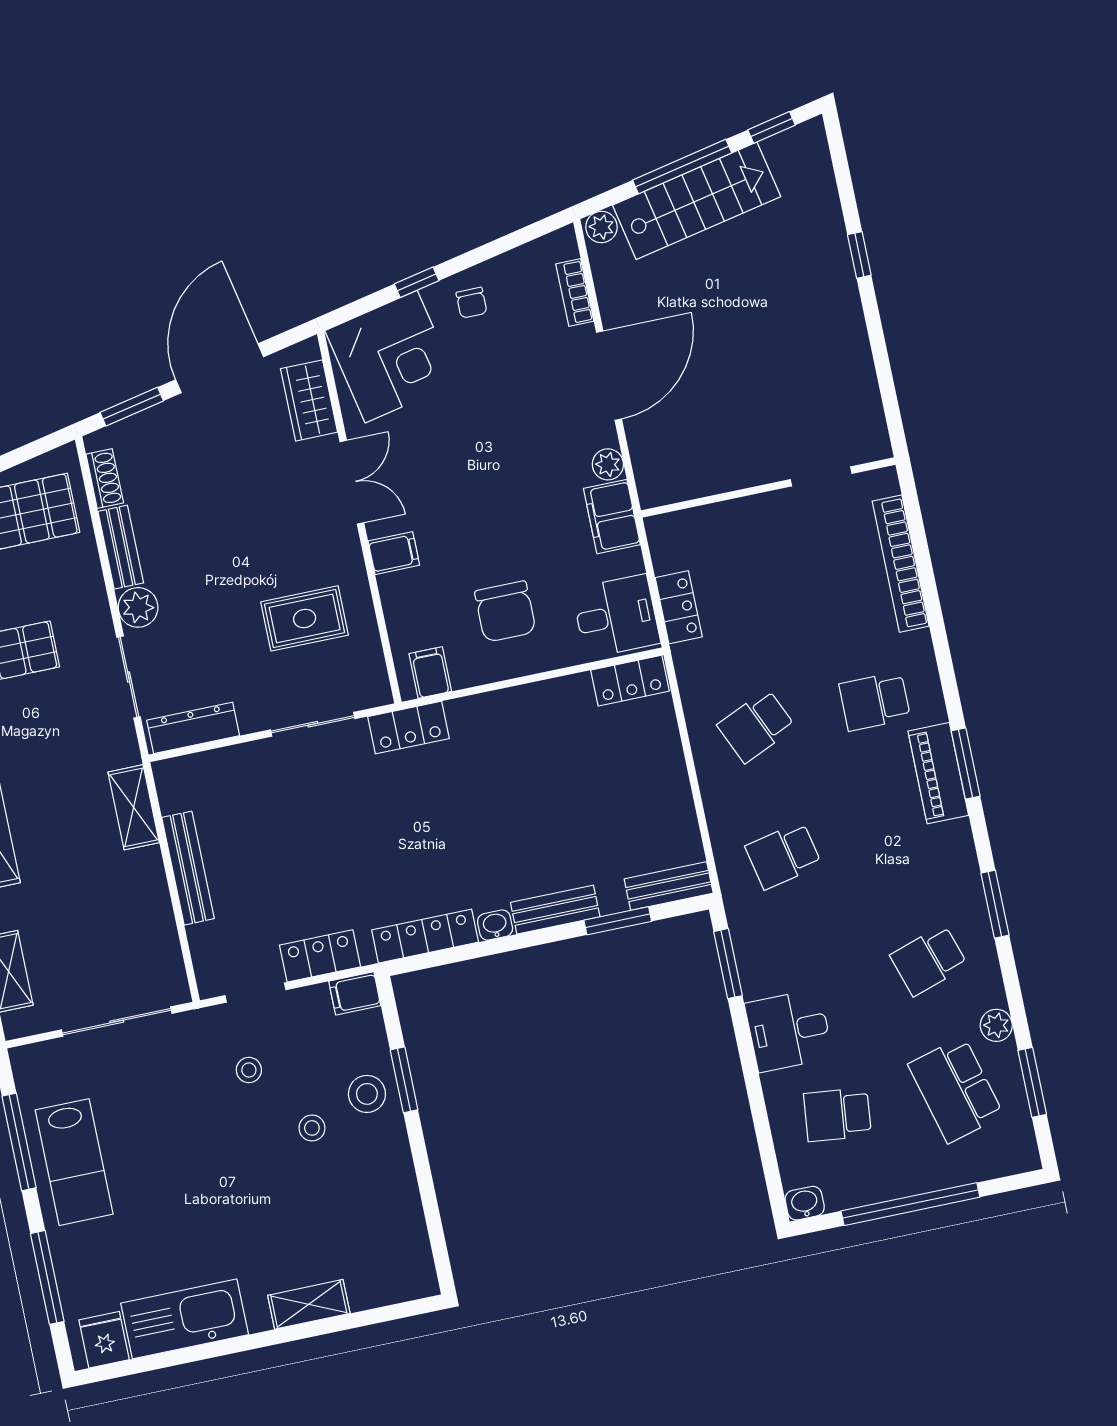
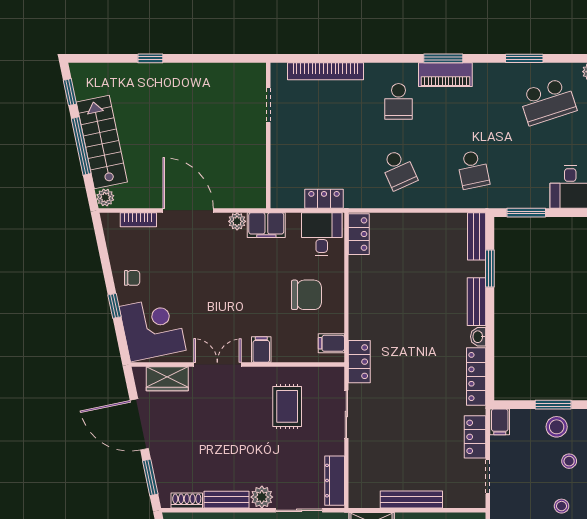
school desk: (929, 960) -> (548, 101), width x1.85
stool: (249, 1070) -> (562, 506), moved

